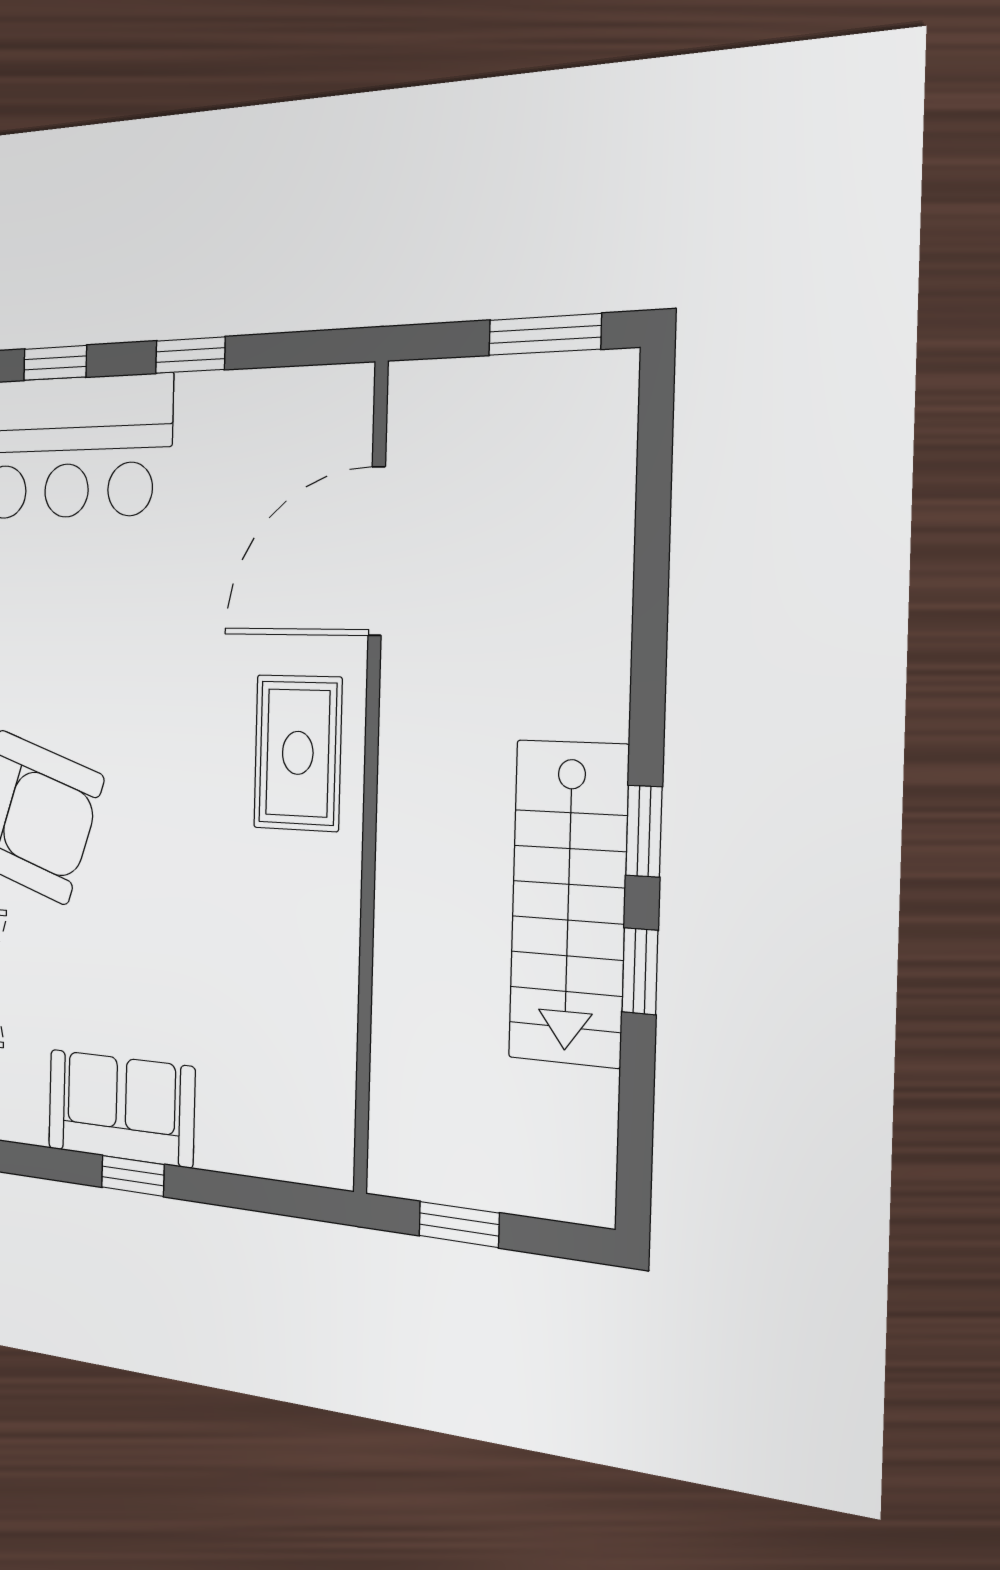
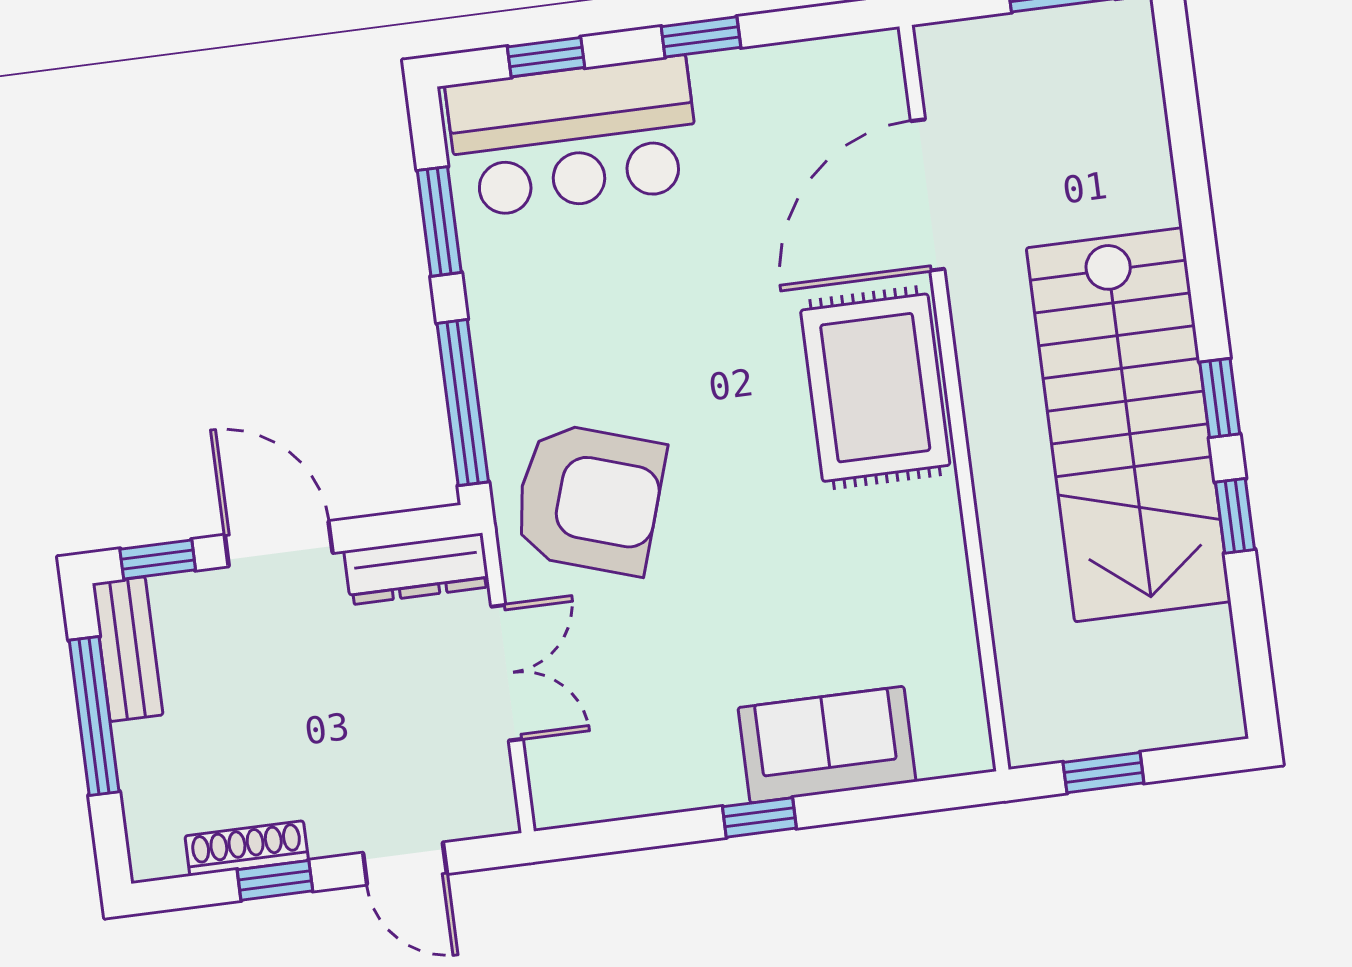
rug: (298, 753) -> (875, 388), width x1.36, depth x1.43
stairs: (568, 903) -> (1129, 425), width x1.36, depth x1.51
sofa: (121, 1108) -> (827, 745), moved

